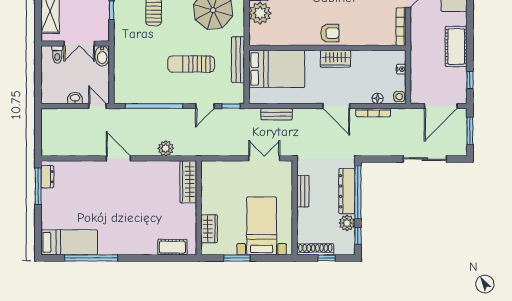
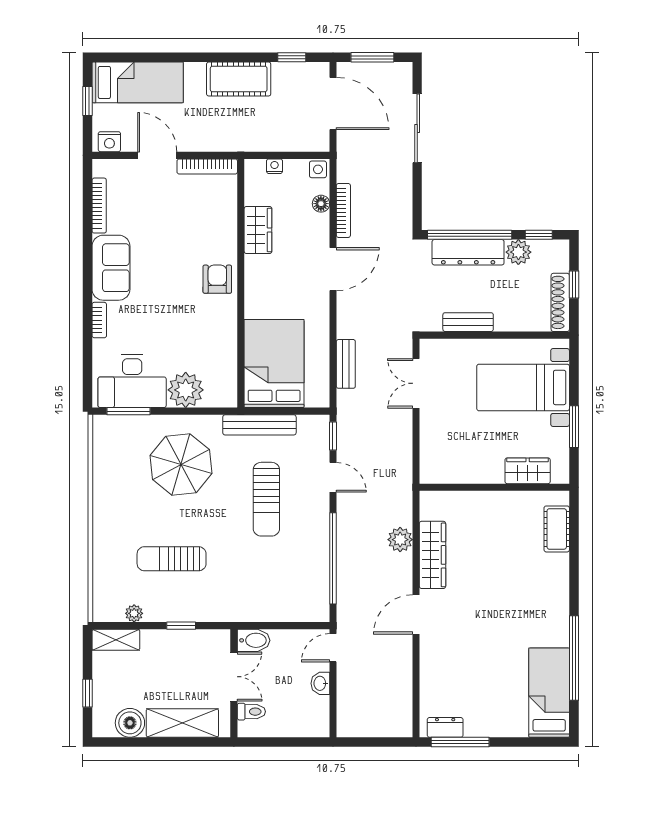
wardrobe: (335, 59) -> (258, 230), moved
wardrobe: (188, 182) -> (432, 555), moved, turned -90

